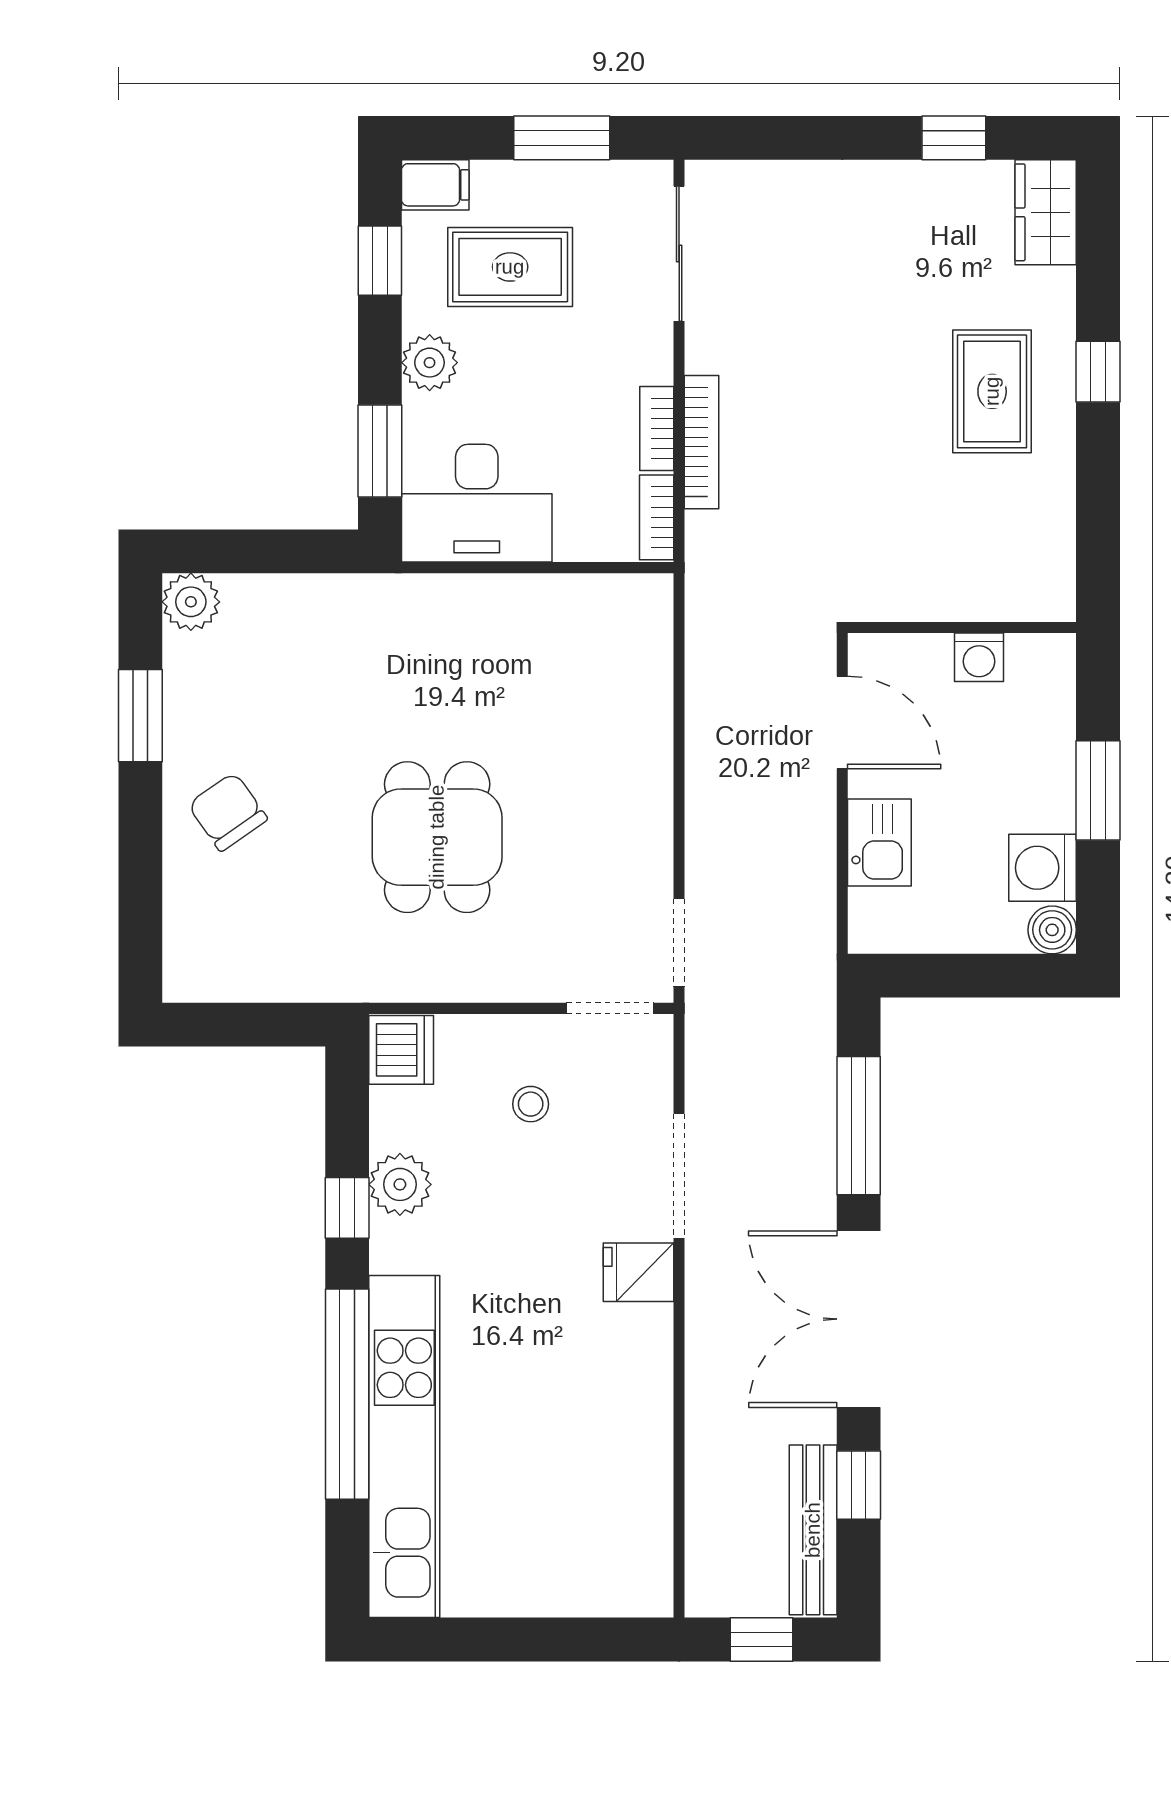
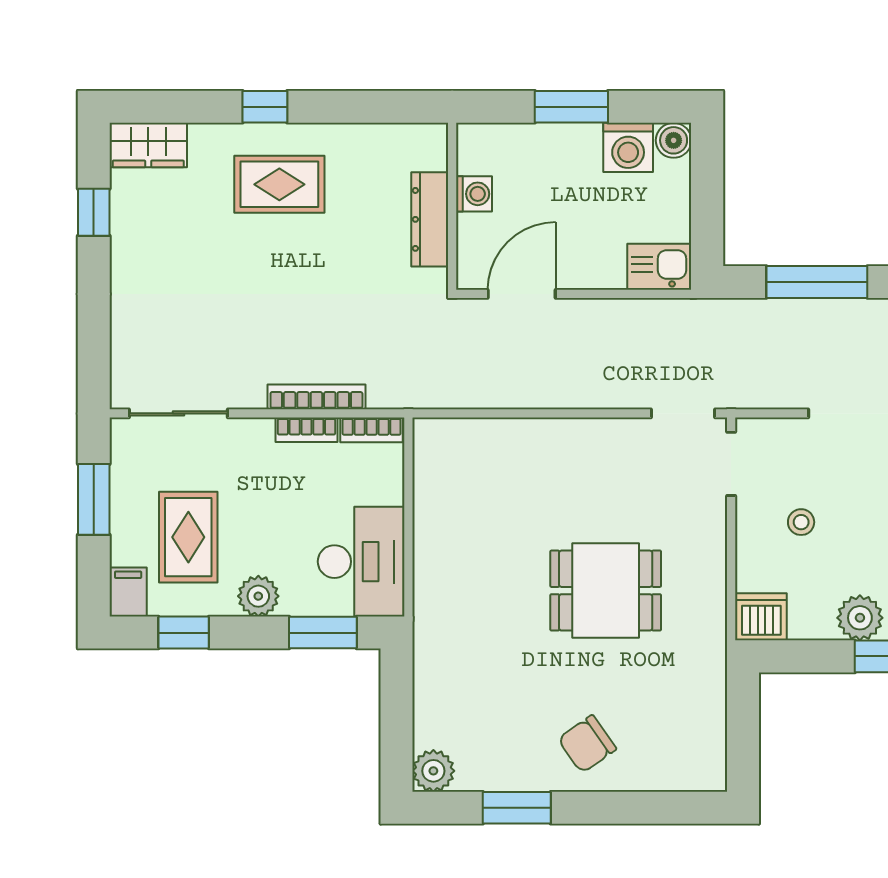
dresser: (944, 597) -> (430, 219), added
kitchen sink: (879, 843) -> (659, 267), moved

